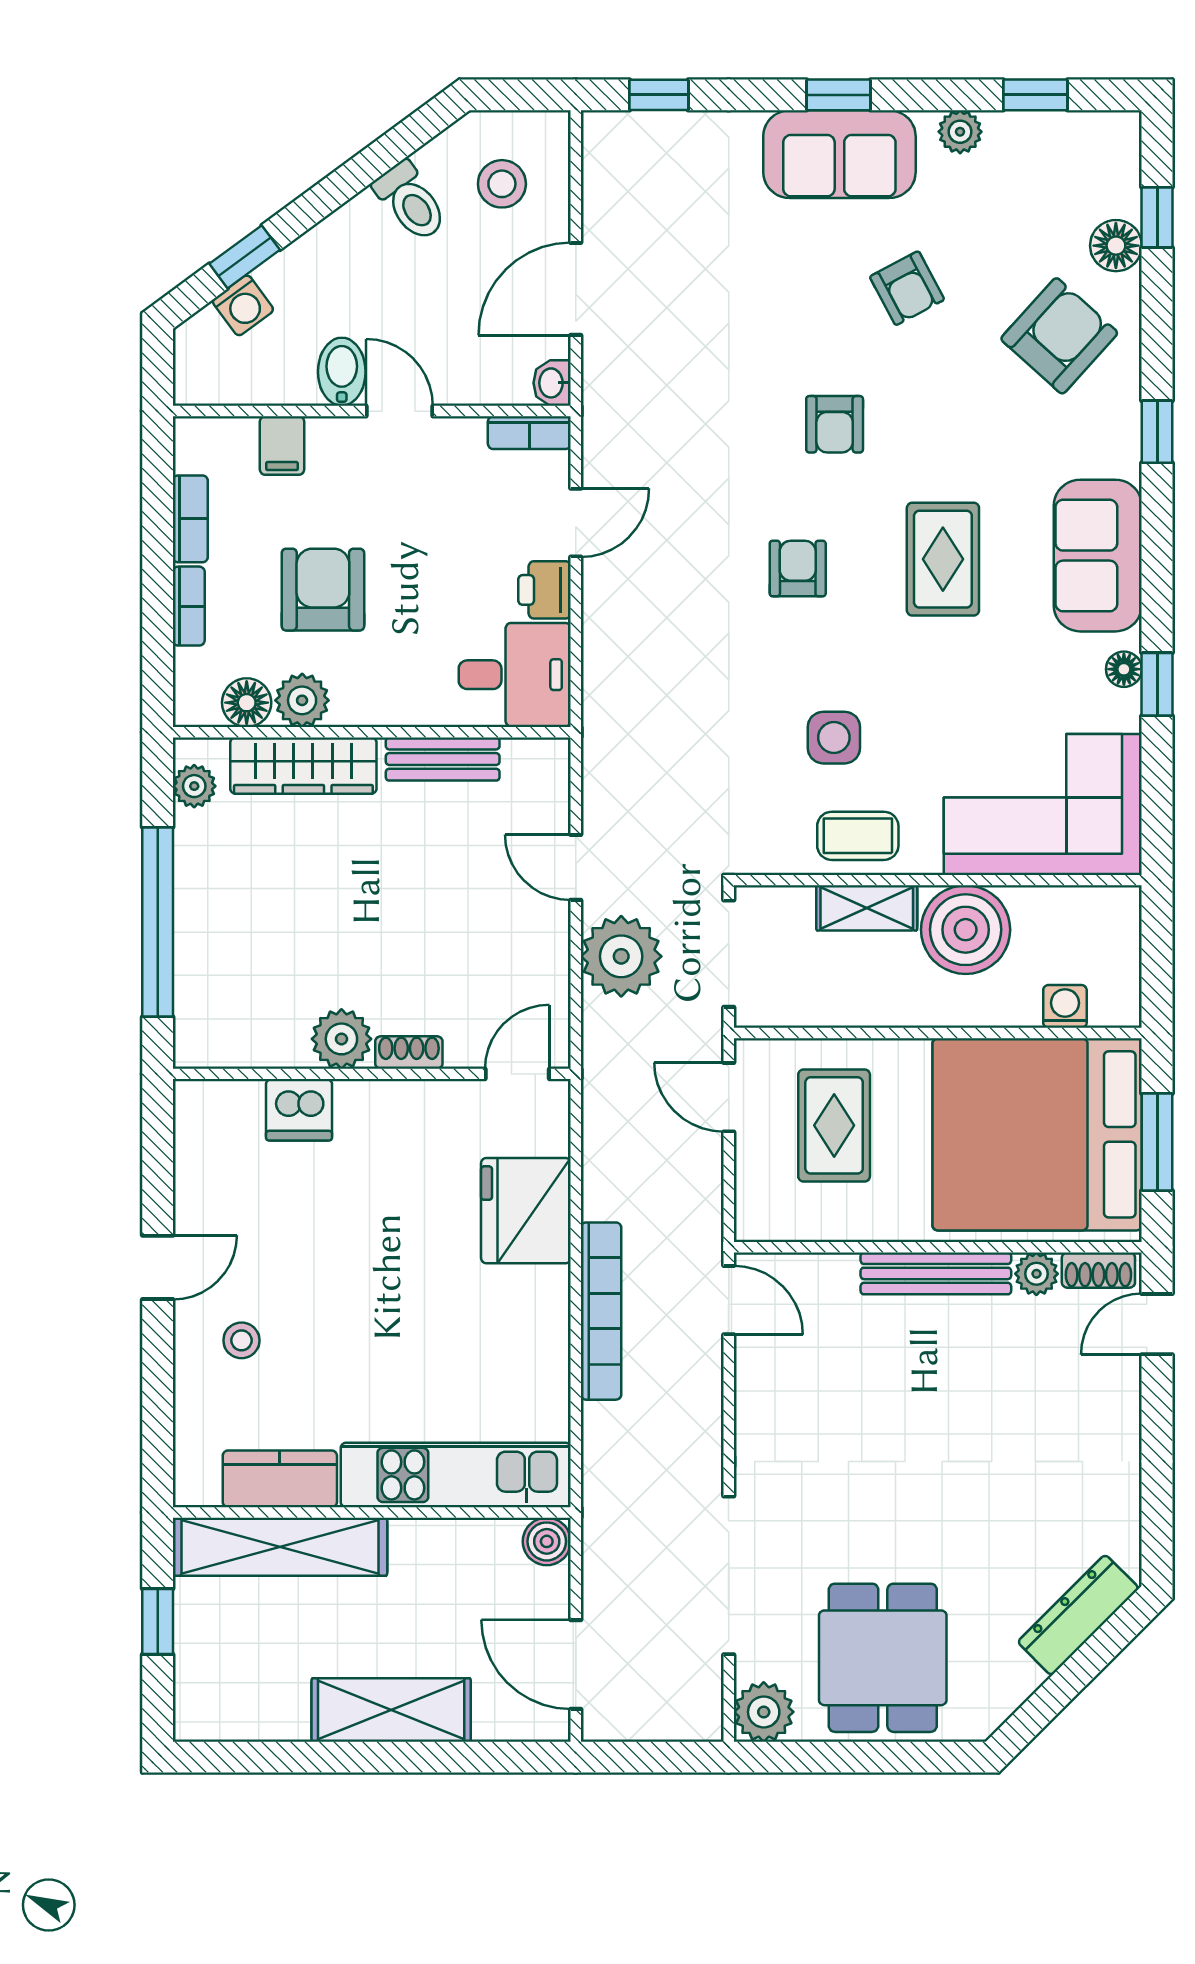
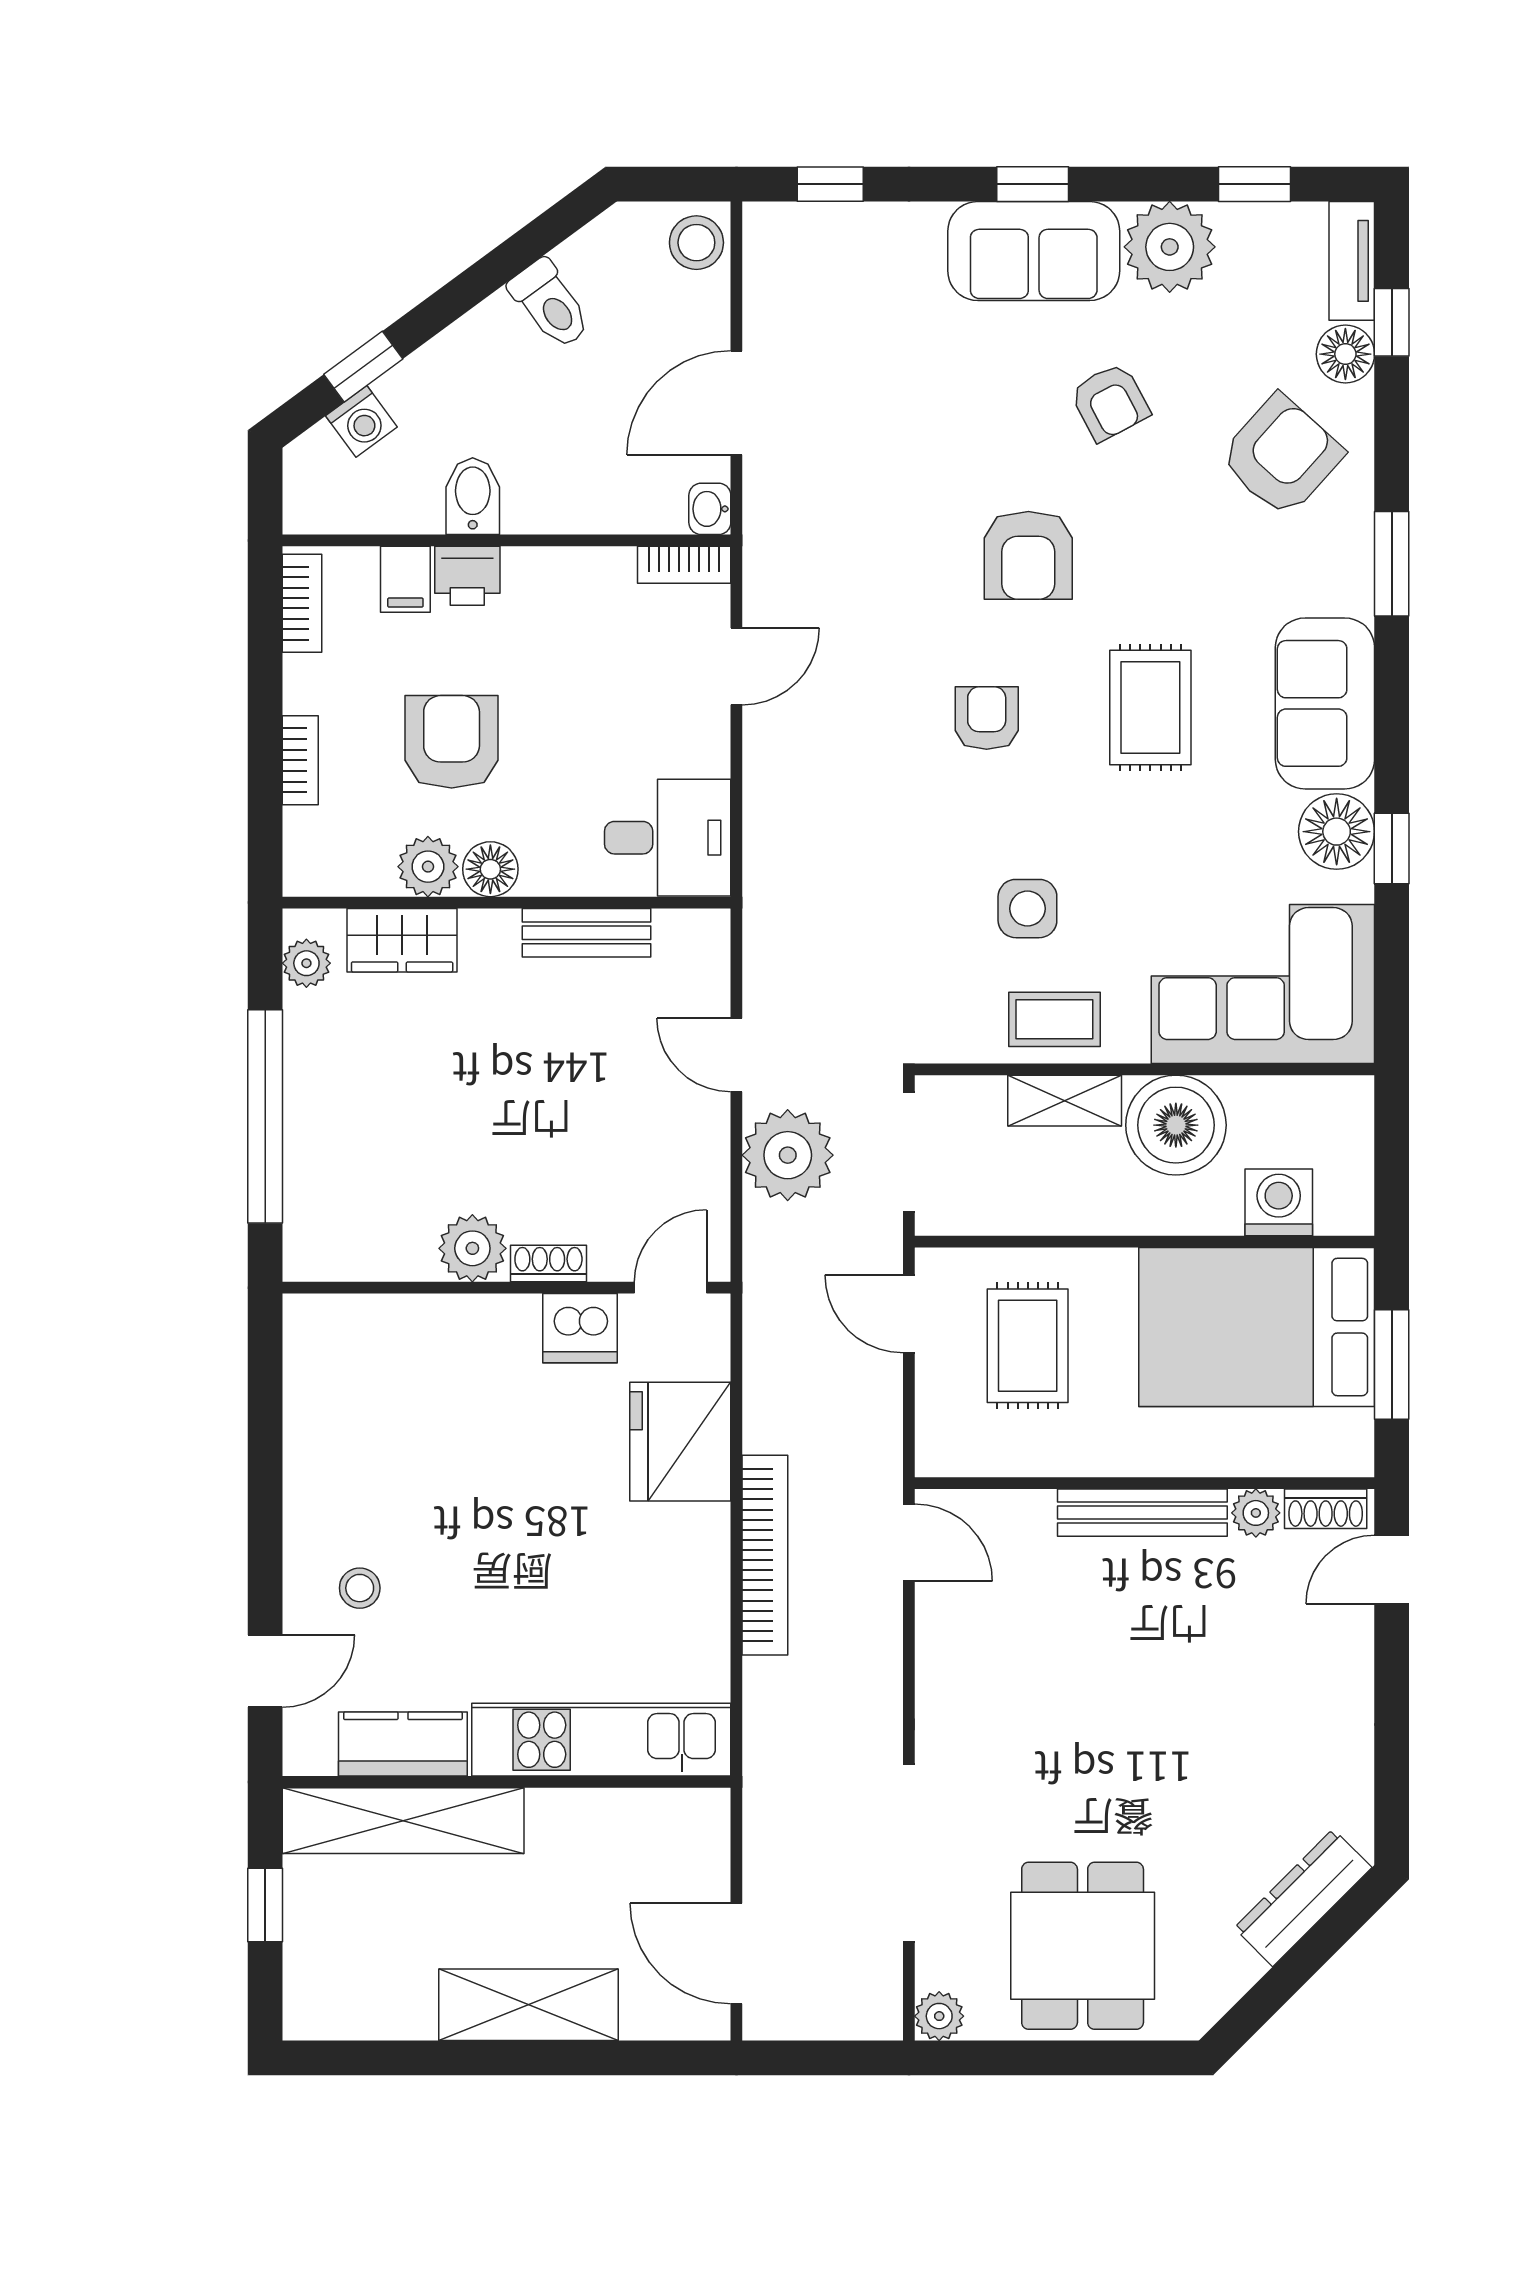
plant: (960, 132) -> (1170, 247), width x1.88, depth x1.88
tv unit: (1122, 163) -> (1352, 261), added
stool: (502, 184) -> (696, 243), moved
door: (400, 411) -> (538, 540), removed
armchair: (835, 424) -> (1028, 555), width x1.38, depth x1.38
window: (1157, 432) -> (1392, 564), width x1.50
bookcase: (190, 519) -> (302, 603), moved
printer: (544, 590) -> (467, 576), moved, turned -90
floor lamp: (1124, 669) -> (1337, 832), width x1.89, depth x1.89
floor lamp: (247, 703) -> (490, 869), moved
wardrobe: (303, 766) -> (402, 940), width x0.67
washing machine: (1065, 1006) -> (1279, 1202), width x1.38, depth x1.38
dishwasher: (299, 1110) -> (580, 1328), moved
bed: (1037, 1134) -> (1257, 1327), width x0.73
door: (158, 1267) -> (265, 1671), moved
boiler: (547, 1541) -> (704, 1815), removed
plant: (764, 1712) -> (939, 2016), width x0.73, depth x0.73

